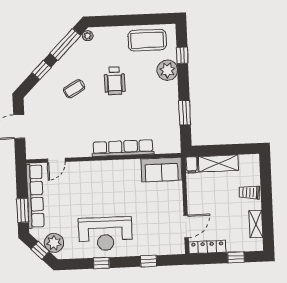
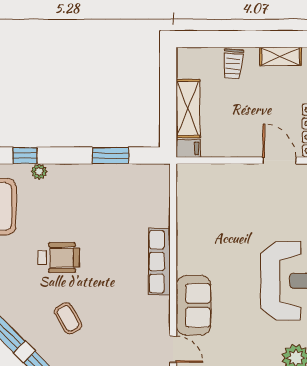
plant: (167, 70) -> (39, 172), width x0.53, depth x0.53
row of seats: (123, 148) -> (159, 262), width x0.73
sofa: (161, 170) -> (194, 305), moved

